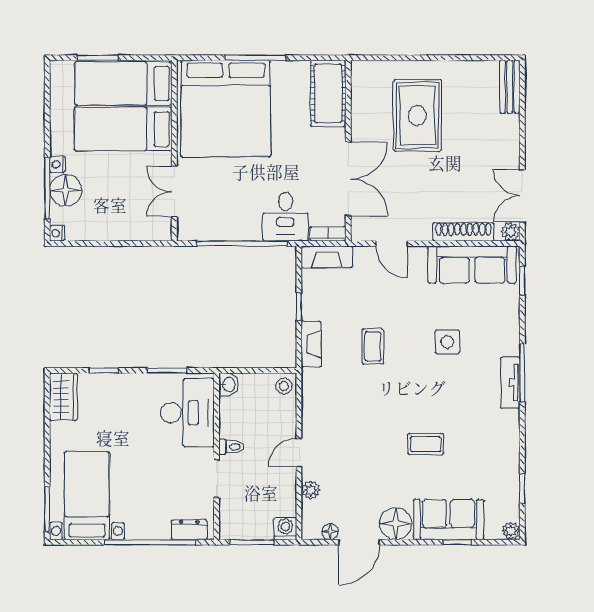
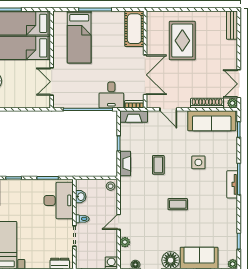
bed: (226, 109) -> (79, 37), width x0.49
washbasin: (228, 385) -> (81, 197), moved
coffee table: (426, 444) -> (178, 204), moved

